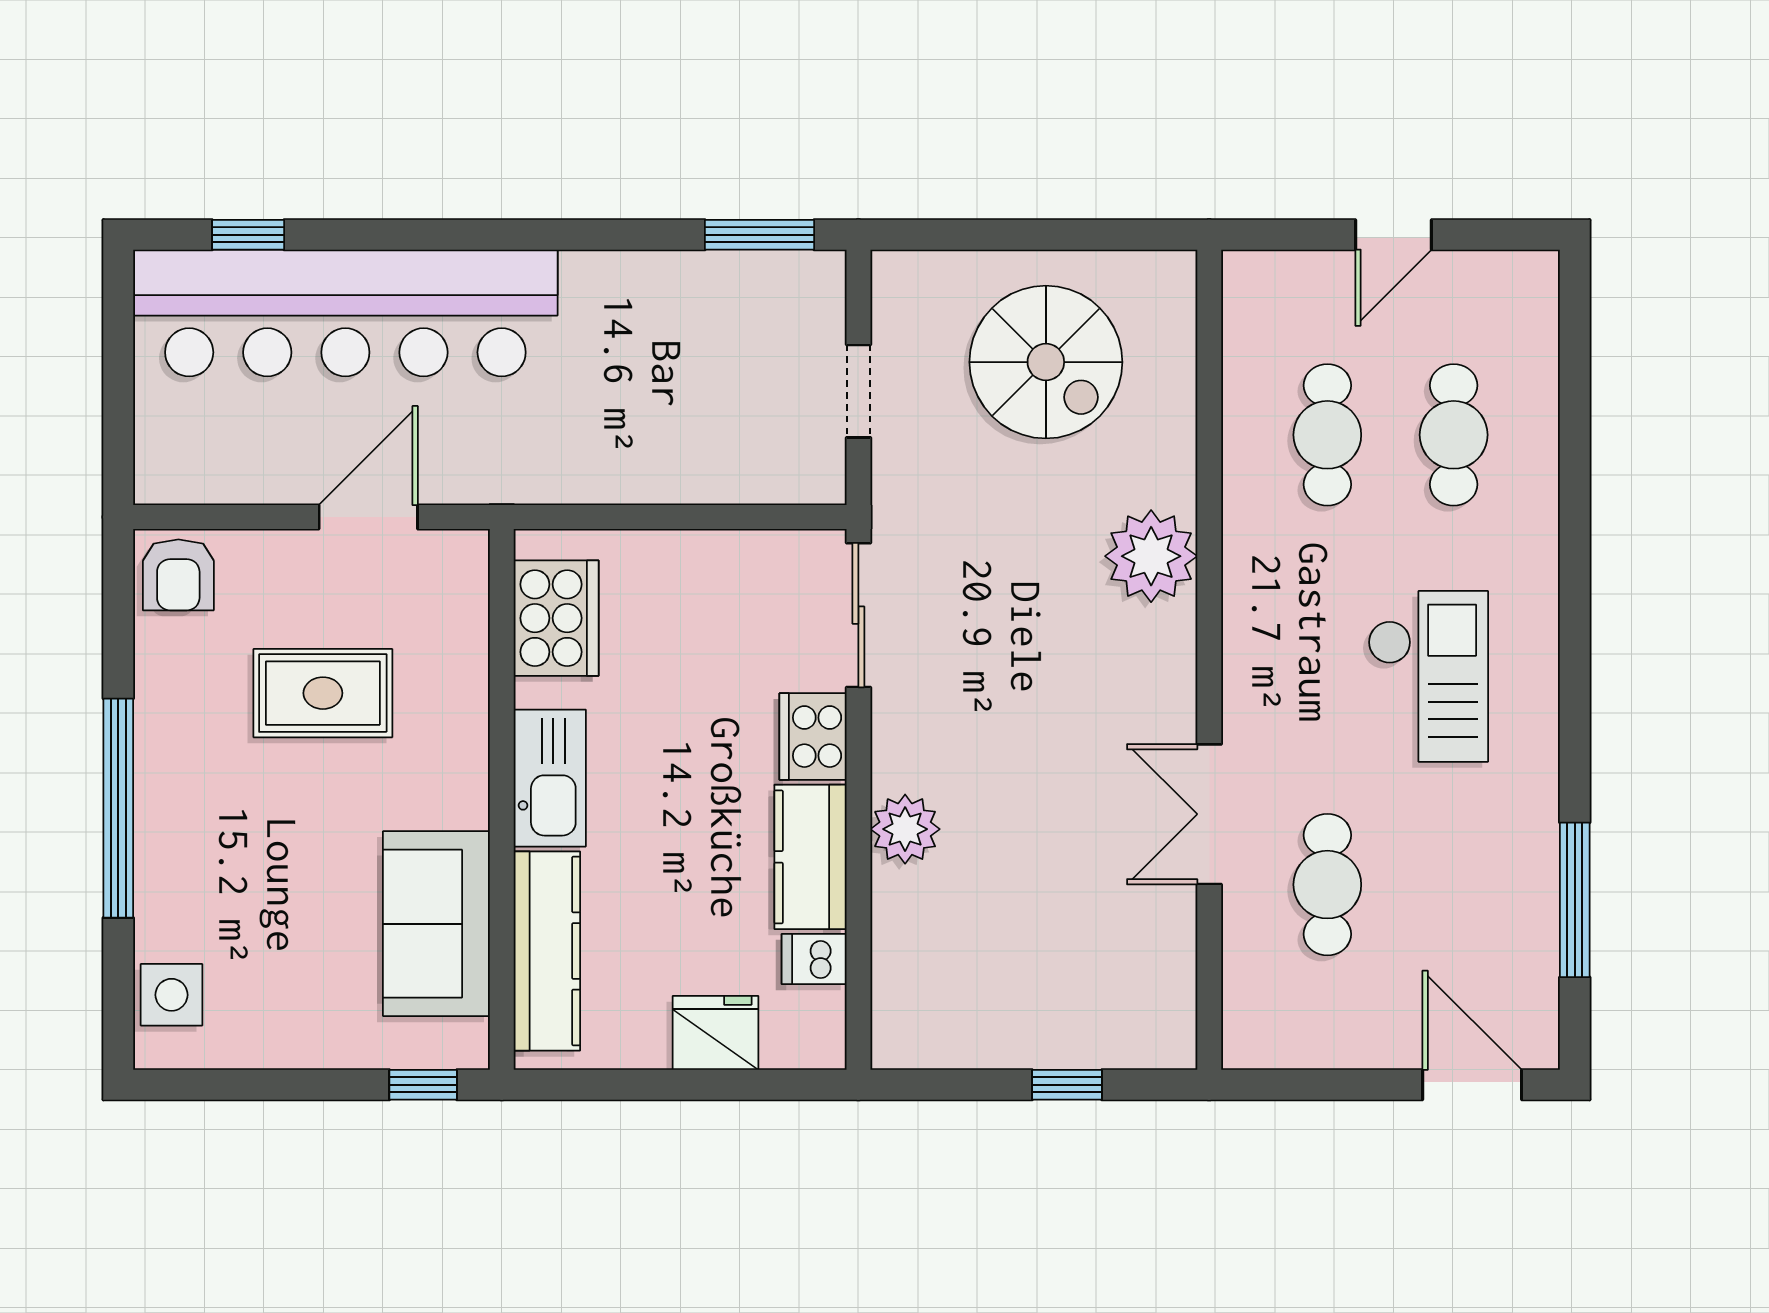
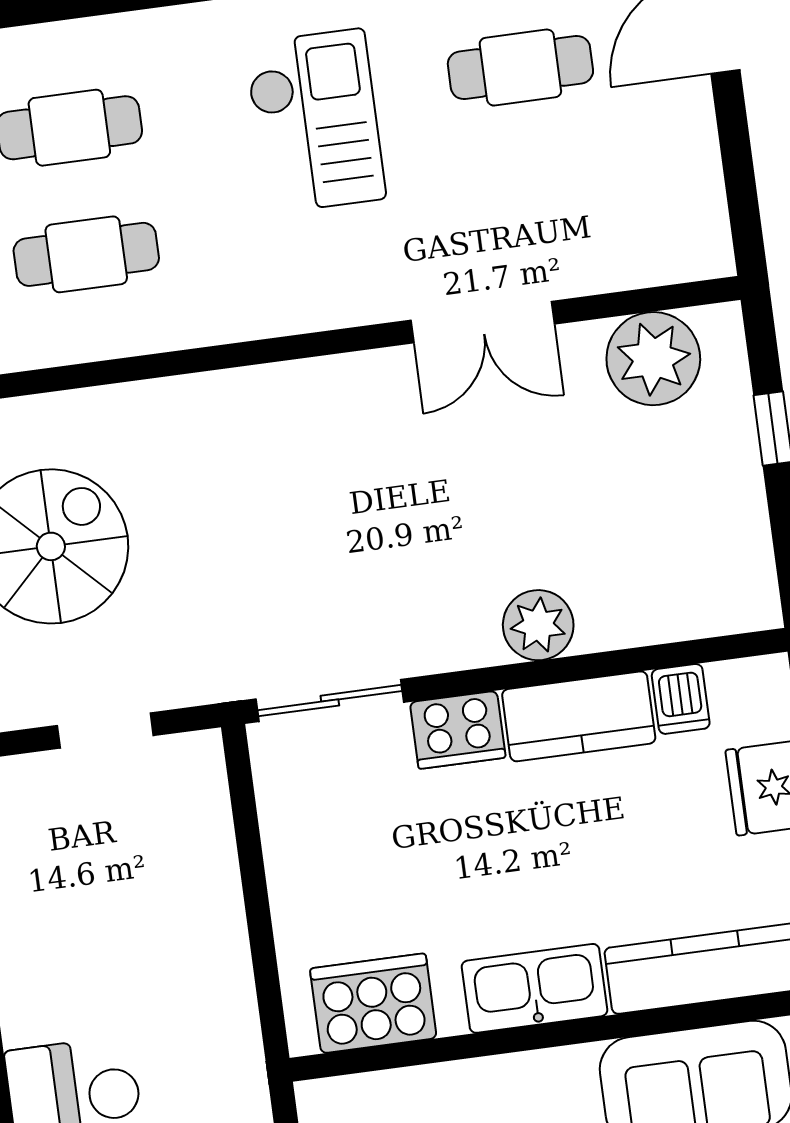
plant: (1151, 556) -> (653, 359), moved
checkout: (1428, 676) -> (315, 121), turned 90
cafe table: (1327, 885) -> (520, 68), moved

